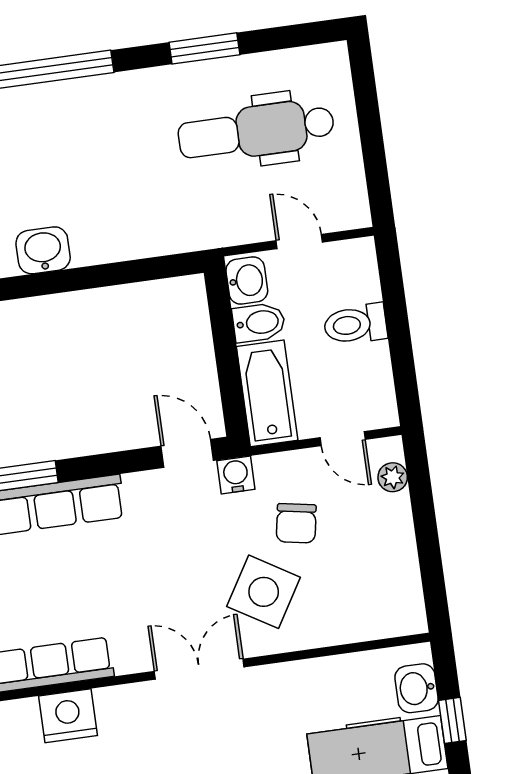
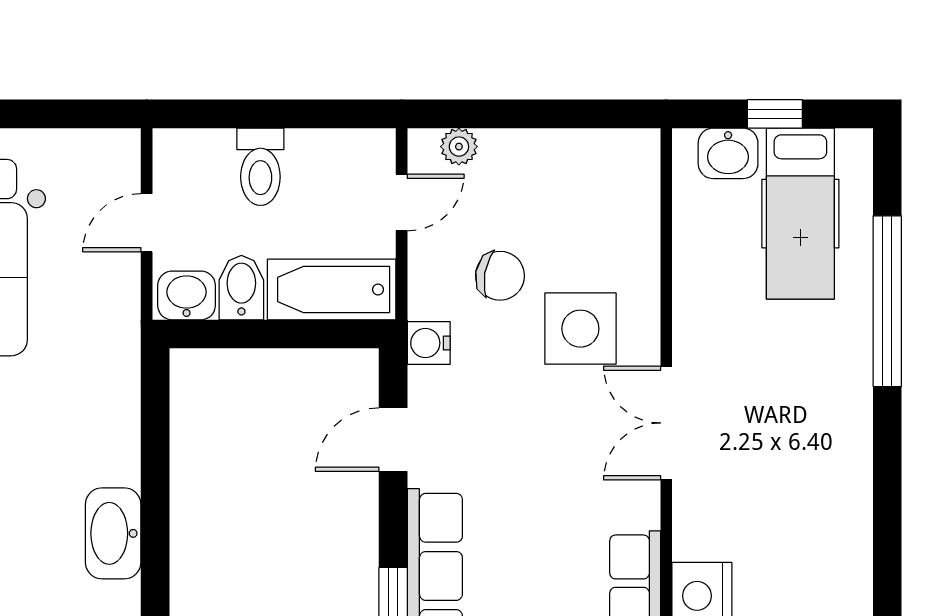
washbasin: (43, 250) -> (113, 533), width x1.38
door: (187, 453) -> (393, 440), moved
side table: (264, 592) -> (580, 329), turned -31

